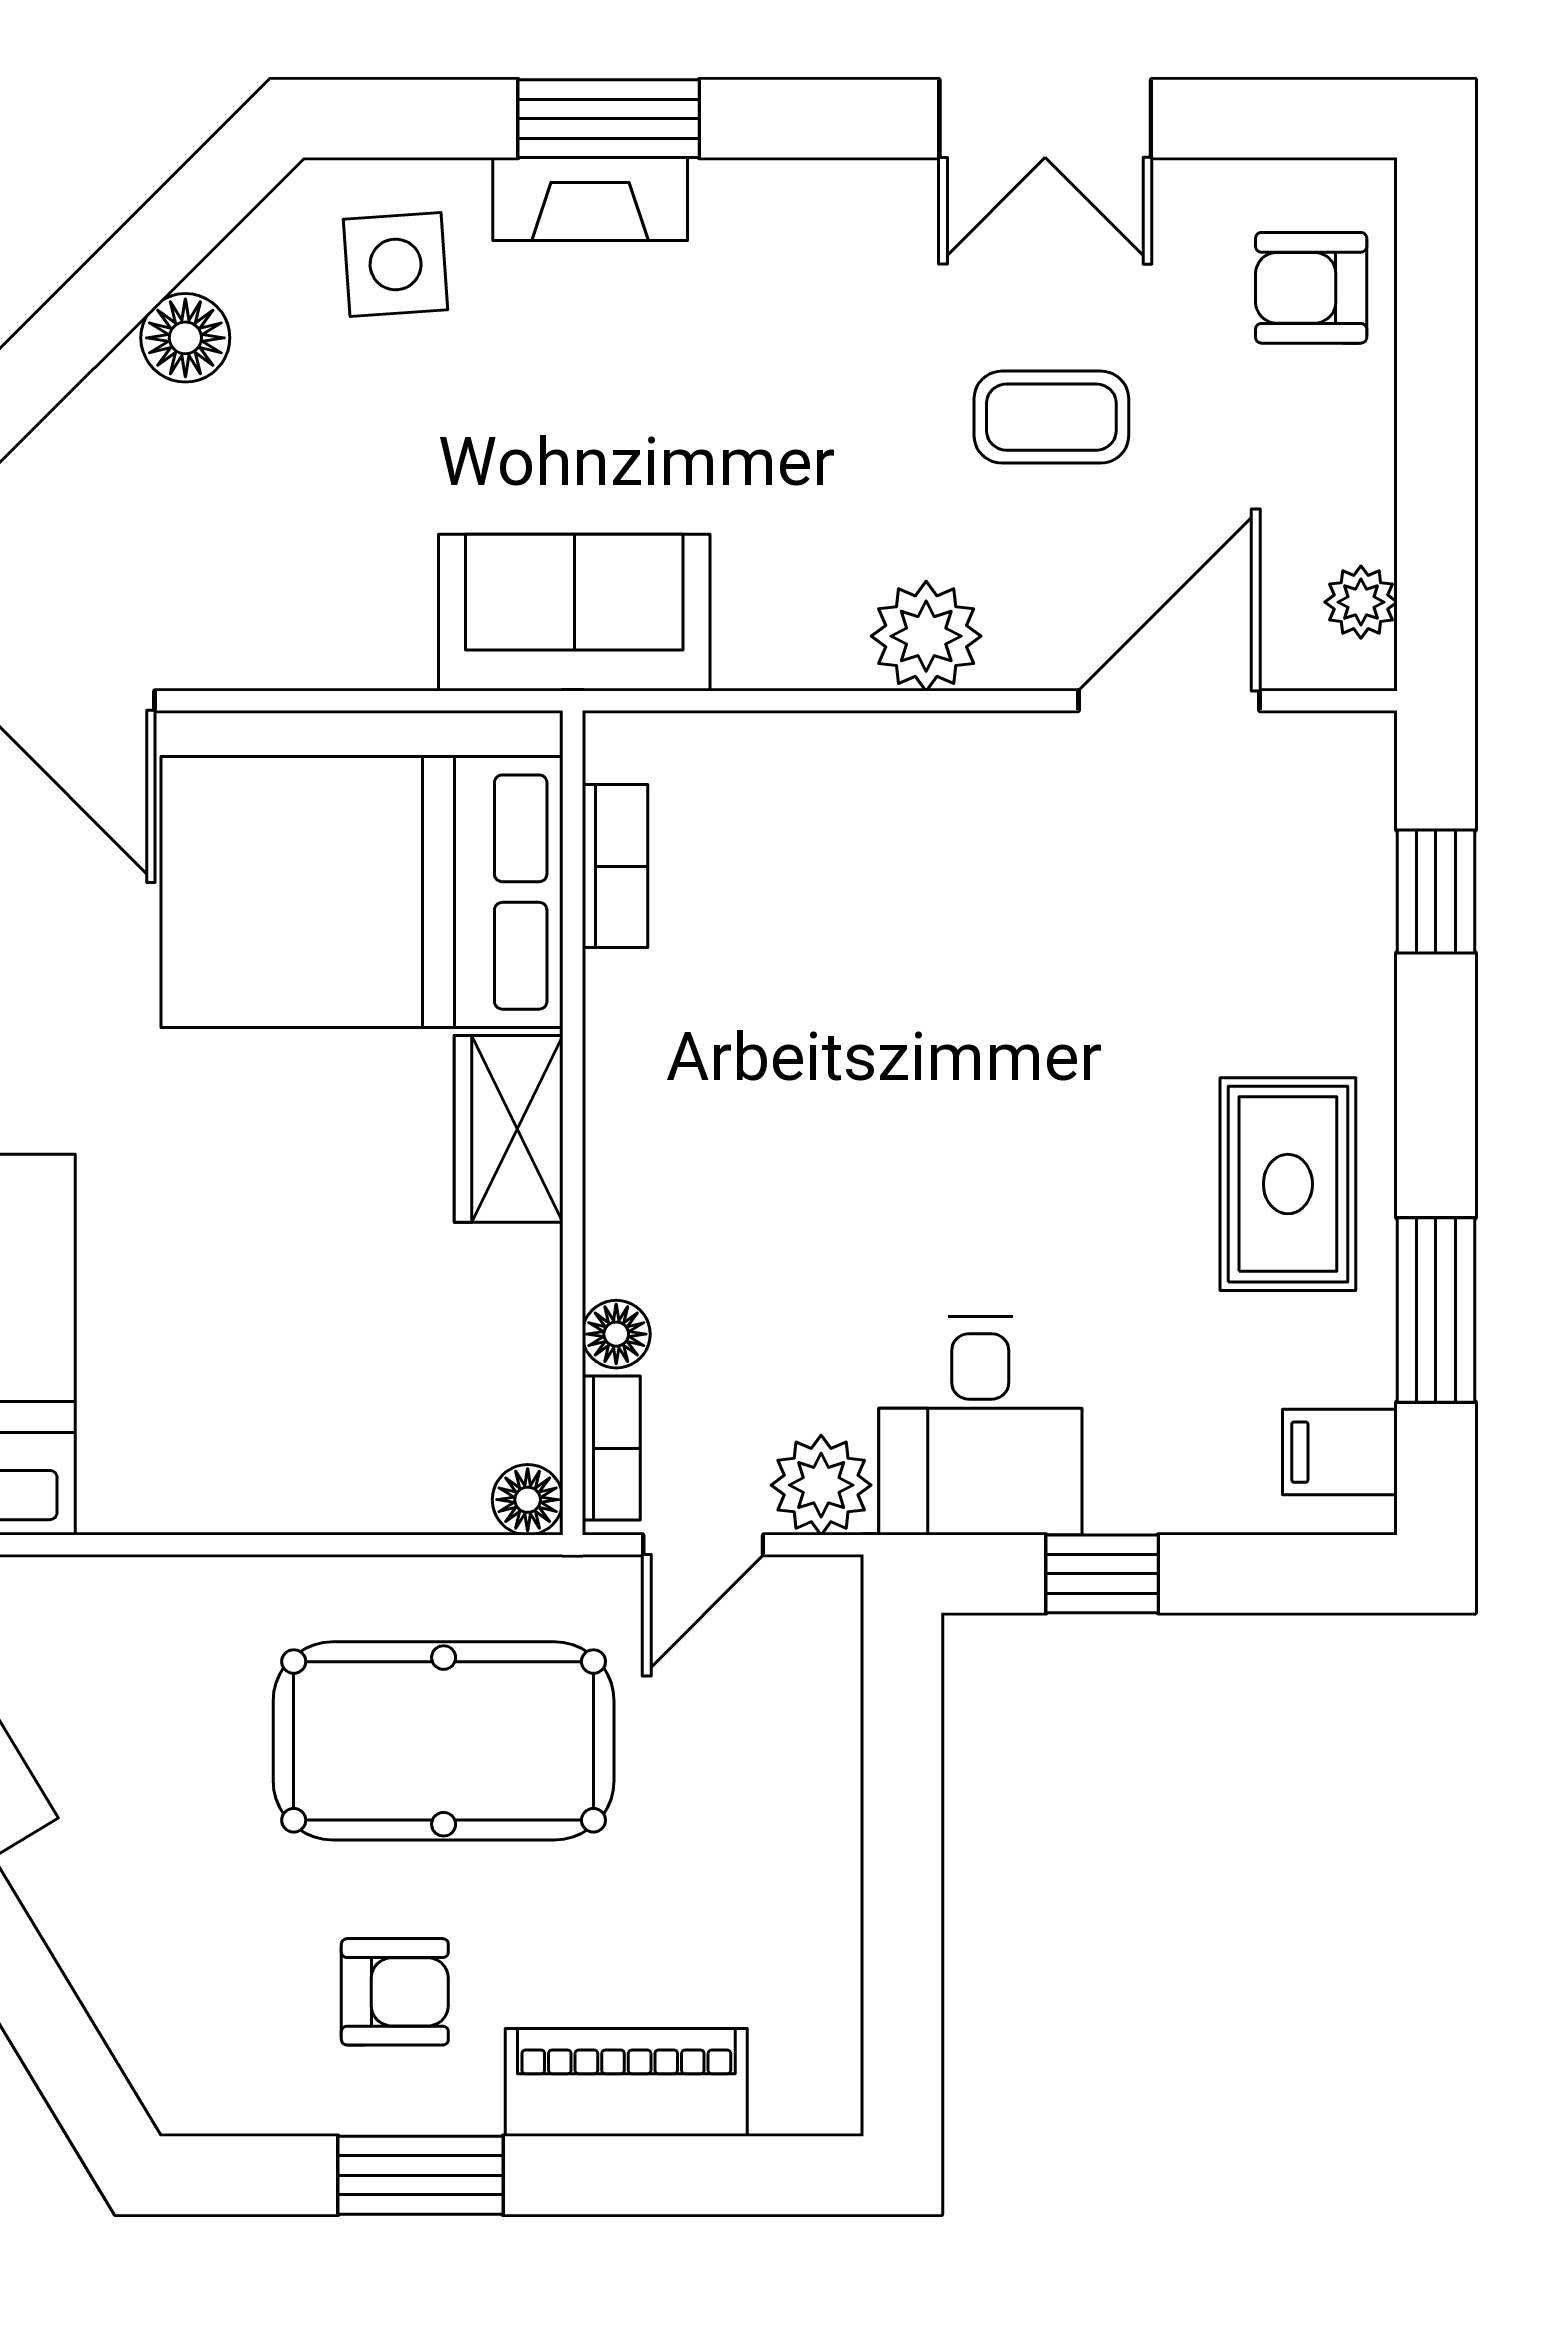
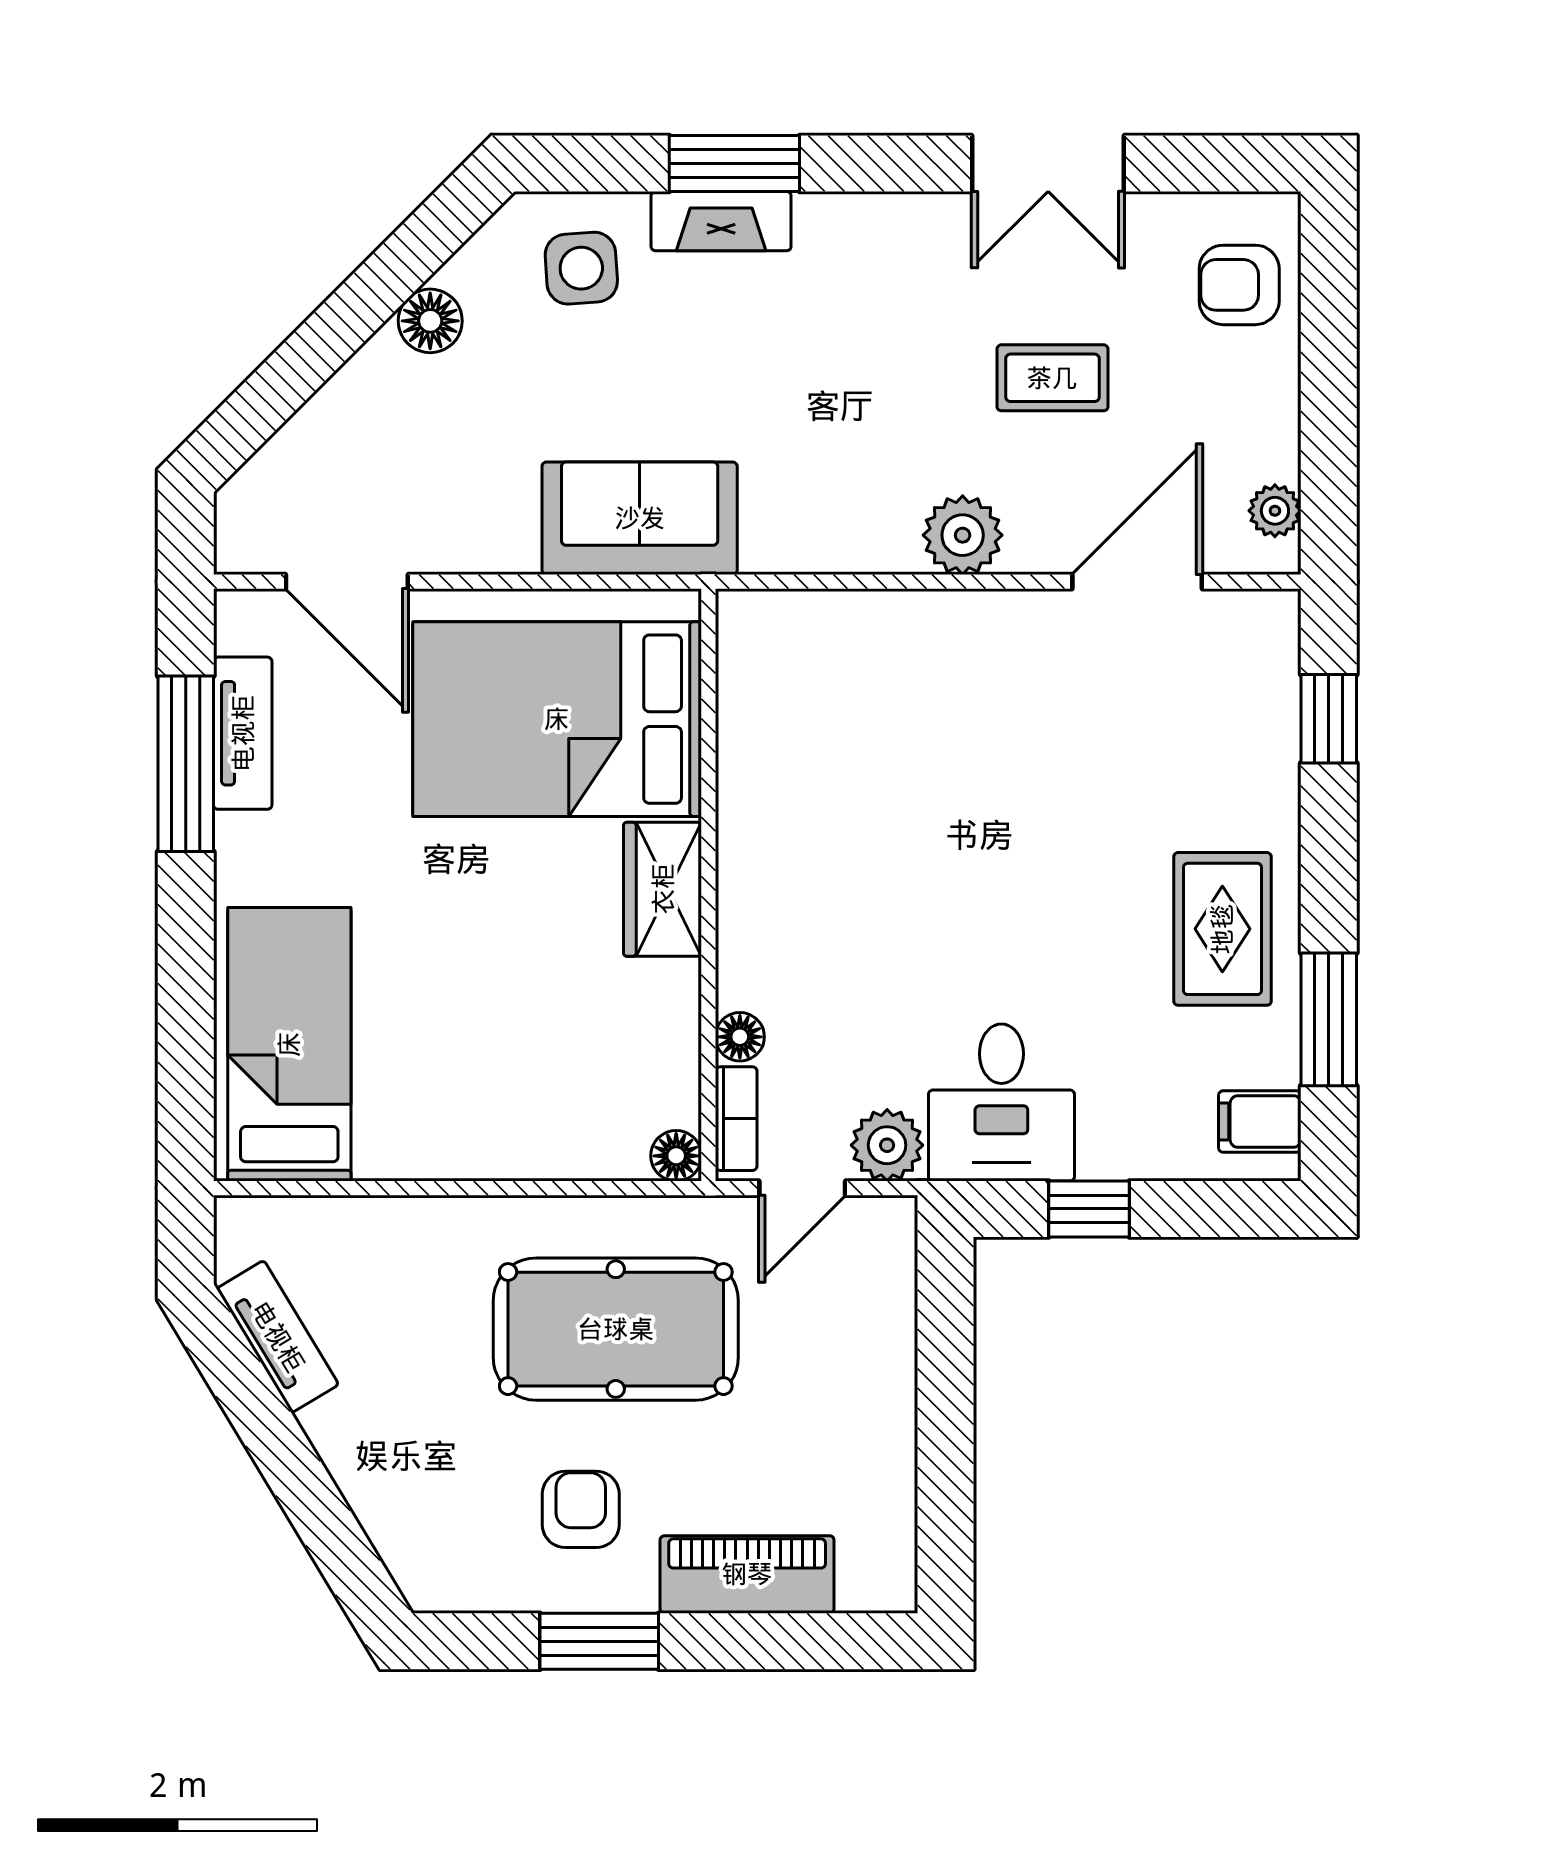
sofa: (574, 613) -> (640, 518), moved
bookcase: (615, 866) -> (739, 700), removed
armchair: (395, 1992) -> (581, 1509), turned -90

